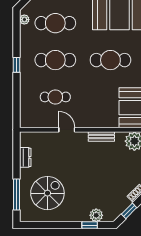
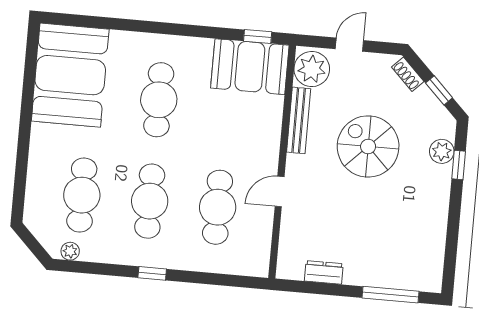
cafe table: (55, 97) -> (218, 207), width x1.37, depth x1.35
bench: (101, 137) -> (299, 120), width x1.36
spiral stairs: (47, 193) -> (368, 146), moved

